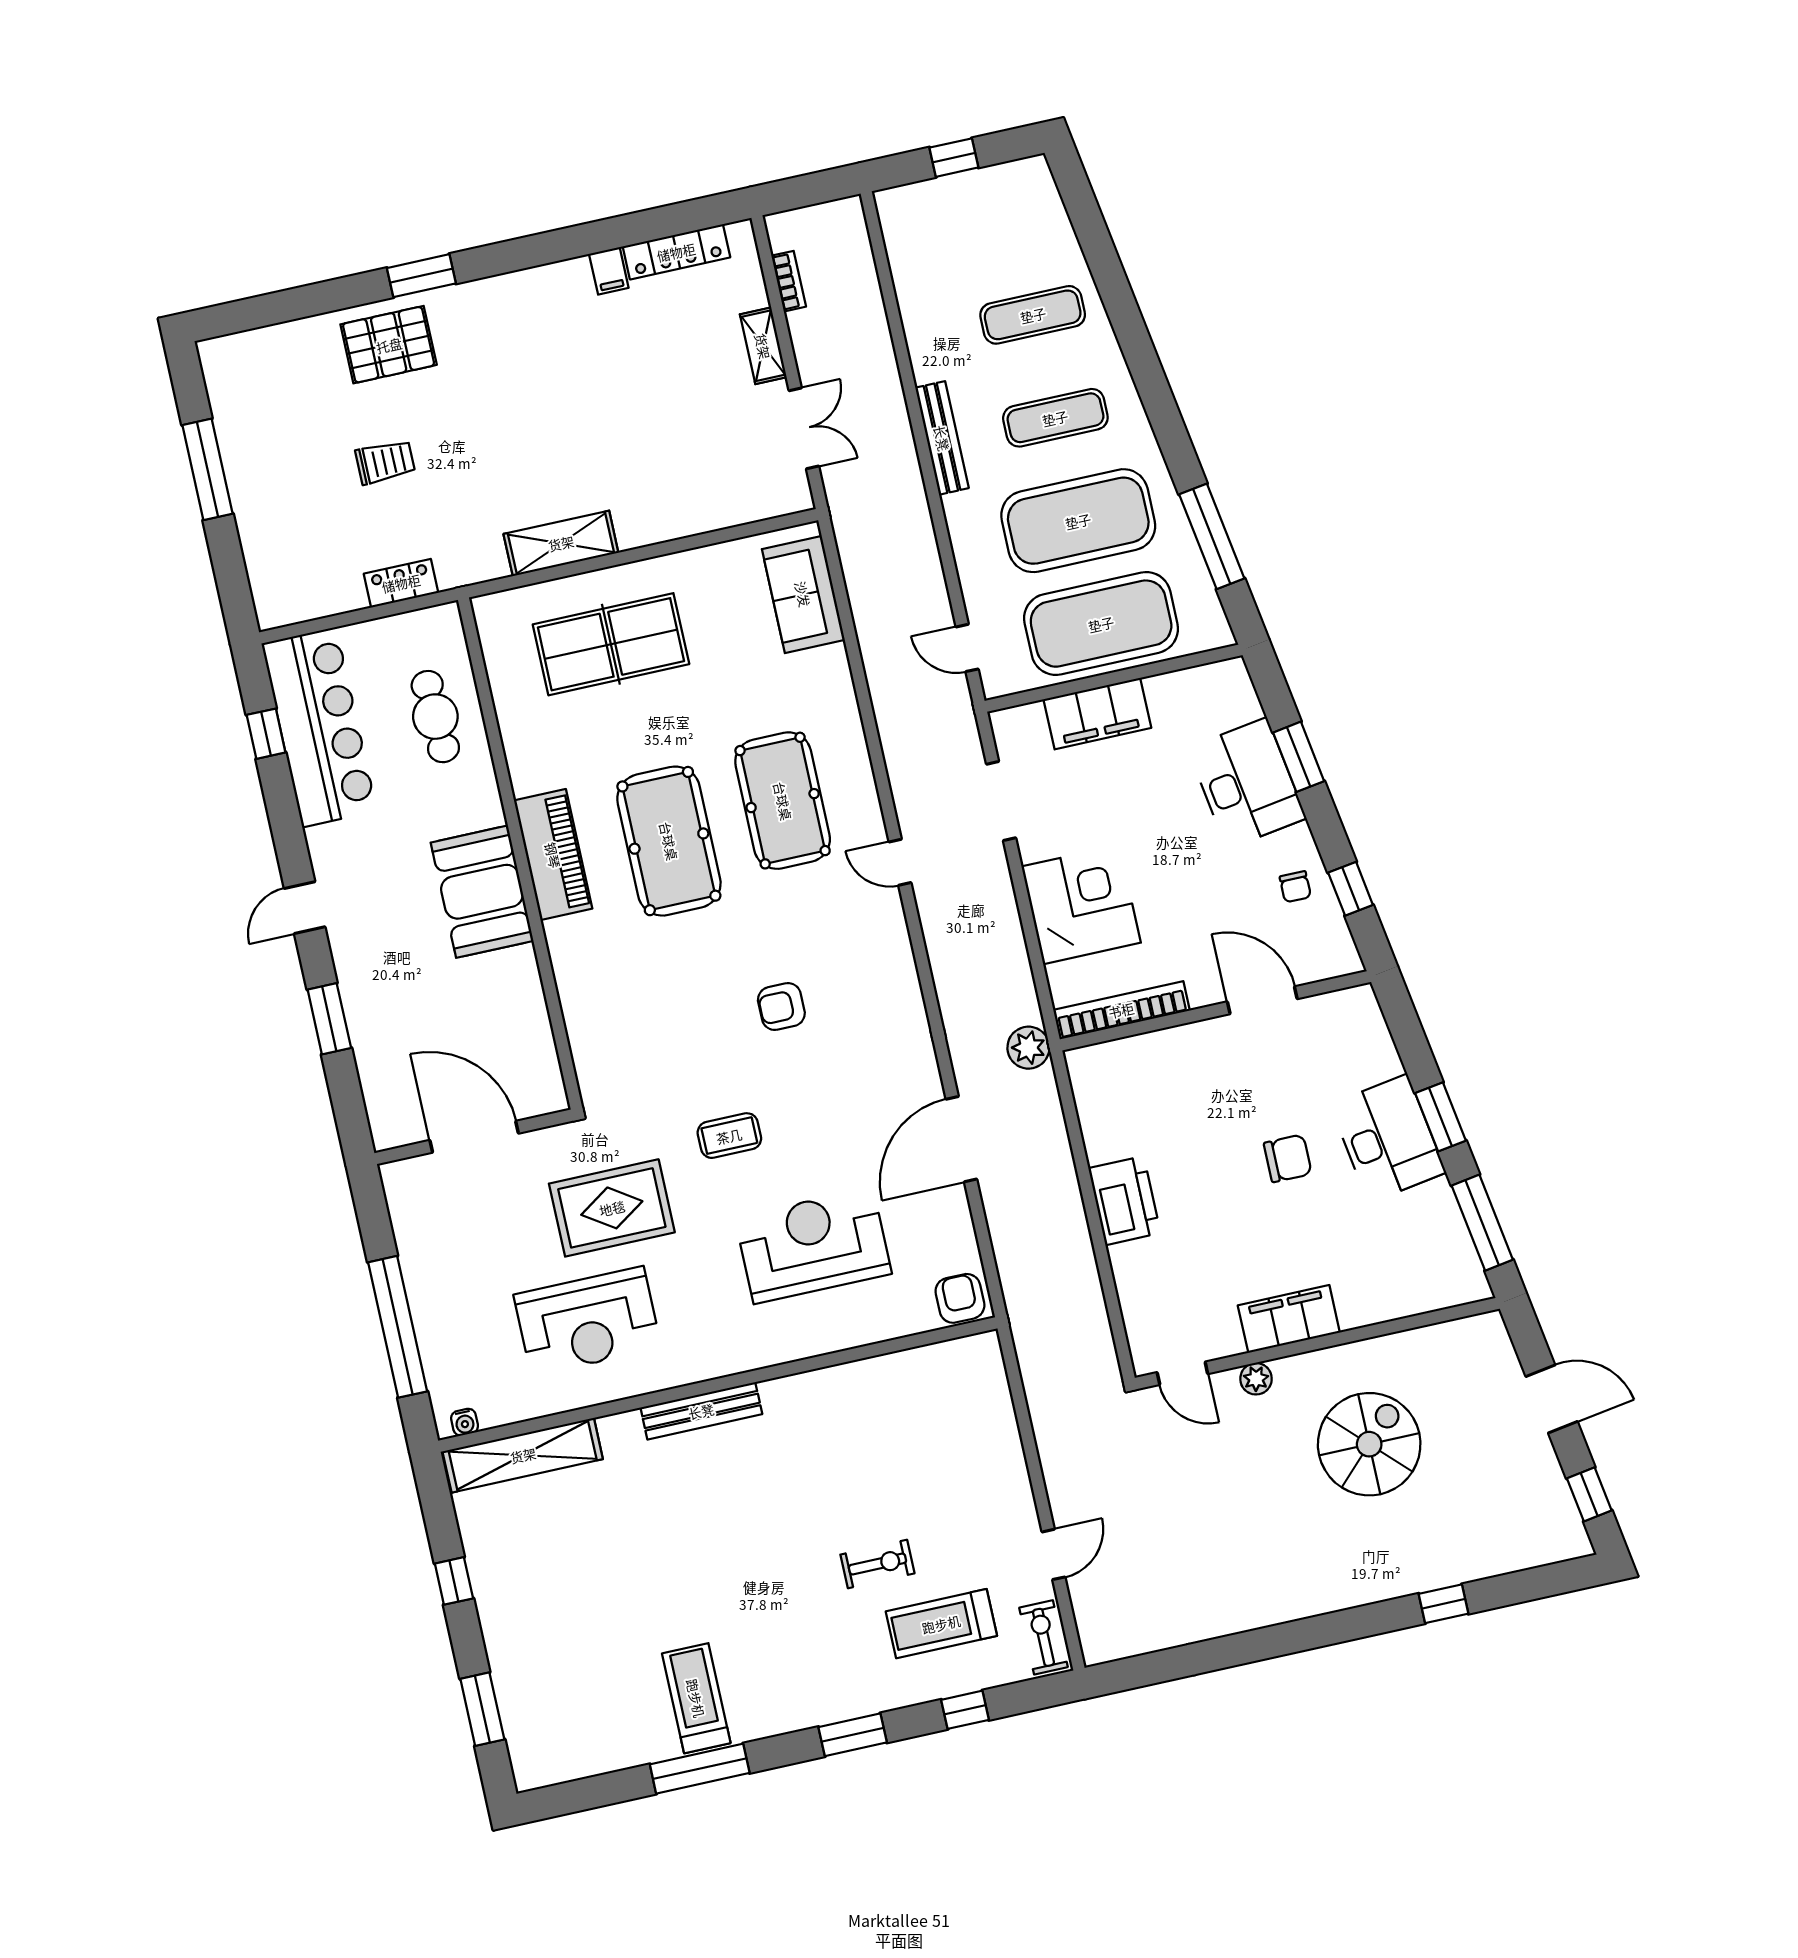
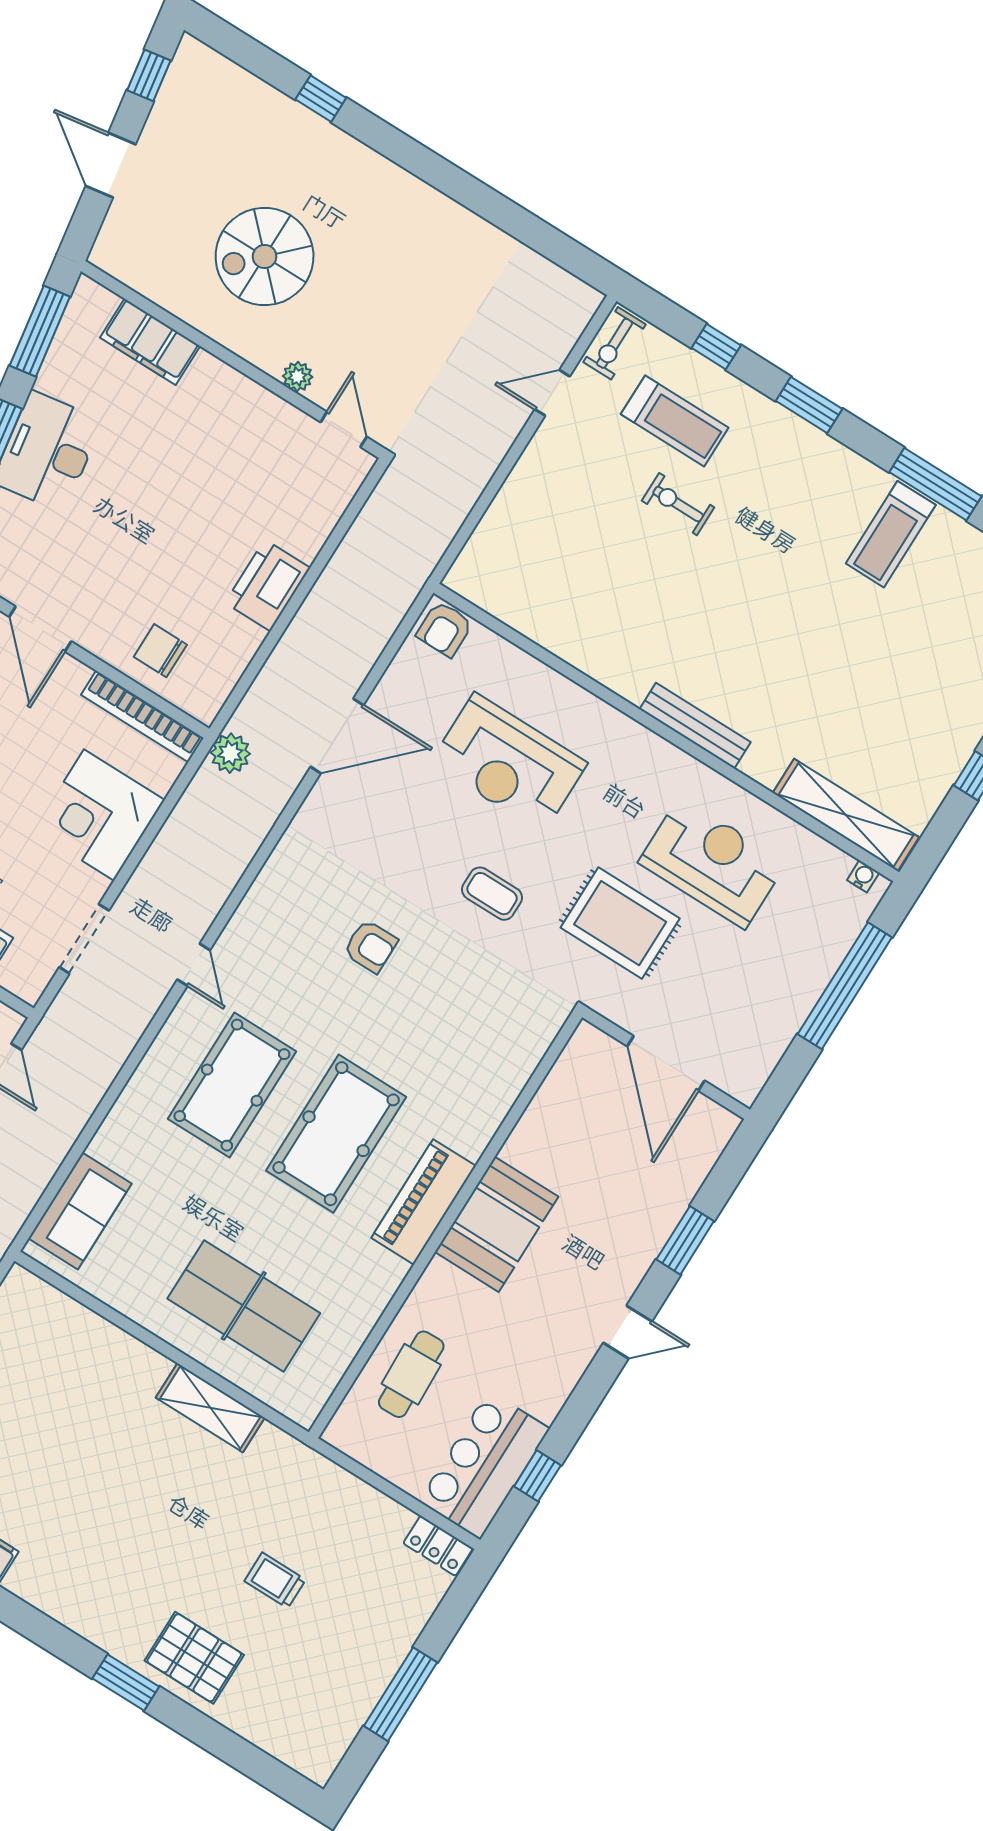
locker: (401, 583) -> (438, 1546), moved
bar counter: (319, 727) -> (484, 1465), width x0.73
chair: (1288, 1158) -> (160, 651), moved
filing cabinet: (1289, 1319) -> (150, 342), moved

